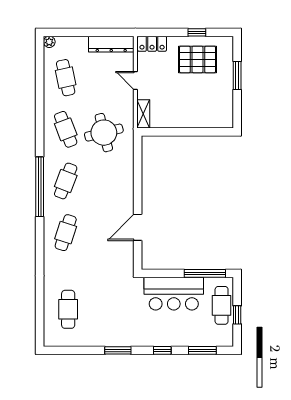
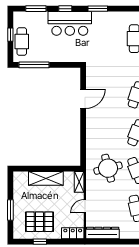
door: (135, 80) -> (85, 206), swing flipped
shelving: (189, 119) -> (46, 178), added
bar counter: (174, 294) -> (70, 23), moved, turned 180

